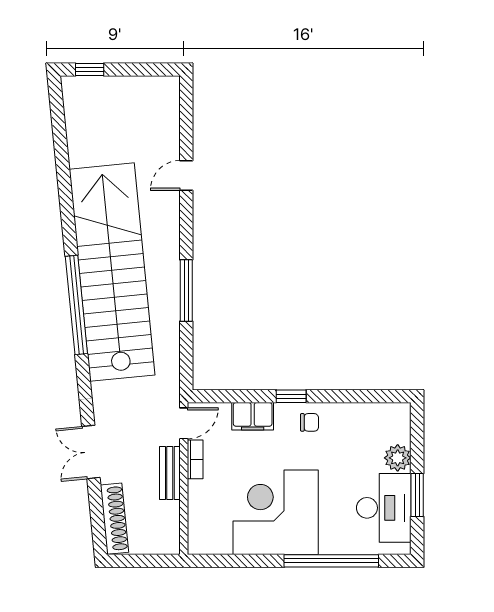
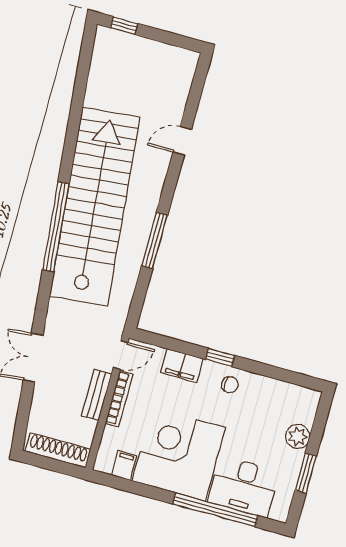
bookcase: (195, 459) -> (119, 399), width x1.56
desk: (384, 508) -> (244, 487), moved, turned 90
shoe rack: (114, 519) -> (58, 450), moved, turned -84
filing cabinet: (220, 540) -> (124, 465), added

